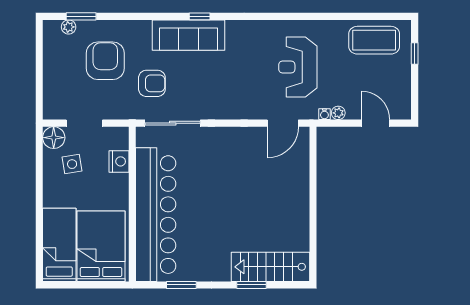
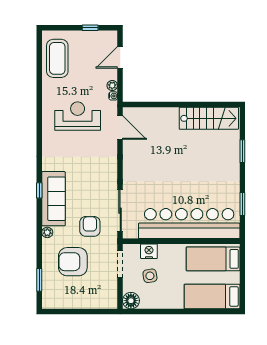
plant: (69, 27) -> (47, 232), moved
window: (415, 53) -> (90, 28), moved
reception desk: (298, 67) -> (78, 116), turned 180
doorway: (84, 123) -> (120, 264), moved
side table: (72, 164) -> (150, 276), moved
bed: (101, 246) -> (213, 259), width x0.67
stairs: (270, 267) -> (209, 118), moved, turned -90

